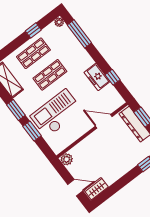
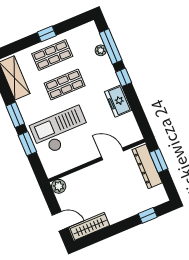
plant: (59, 22) -> (101, 50), moved
window: (33, 30) -> (47, 34), moved
window: (113, 77) -> (124, 77), moved
wardrobe: (96, 189) -> (89, 226), width x1.50

